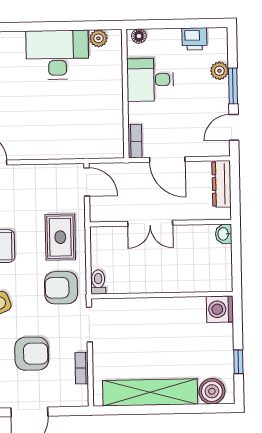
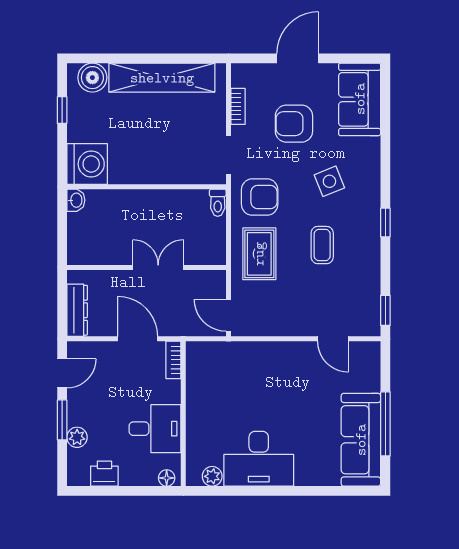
washbasin: (224, 234) -> (76, 200), moved
washing machine: (220, 309) -> (87, 164), width x1.37, depth x1.37

